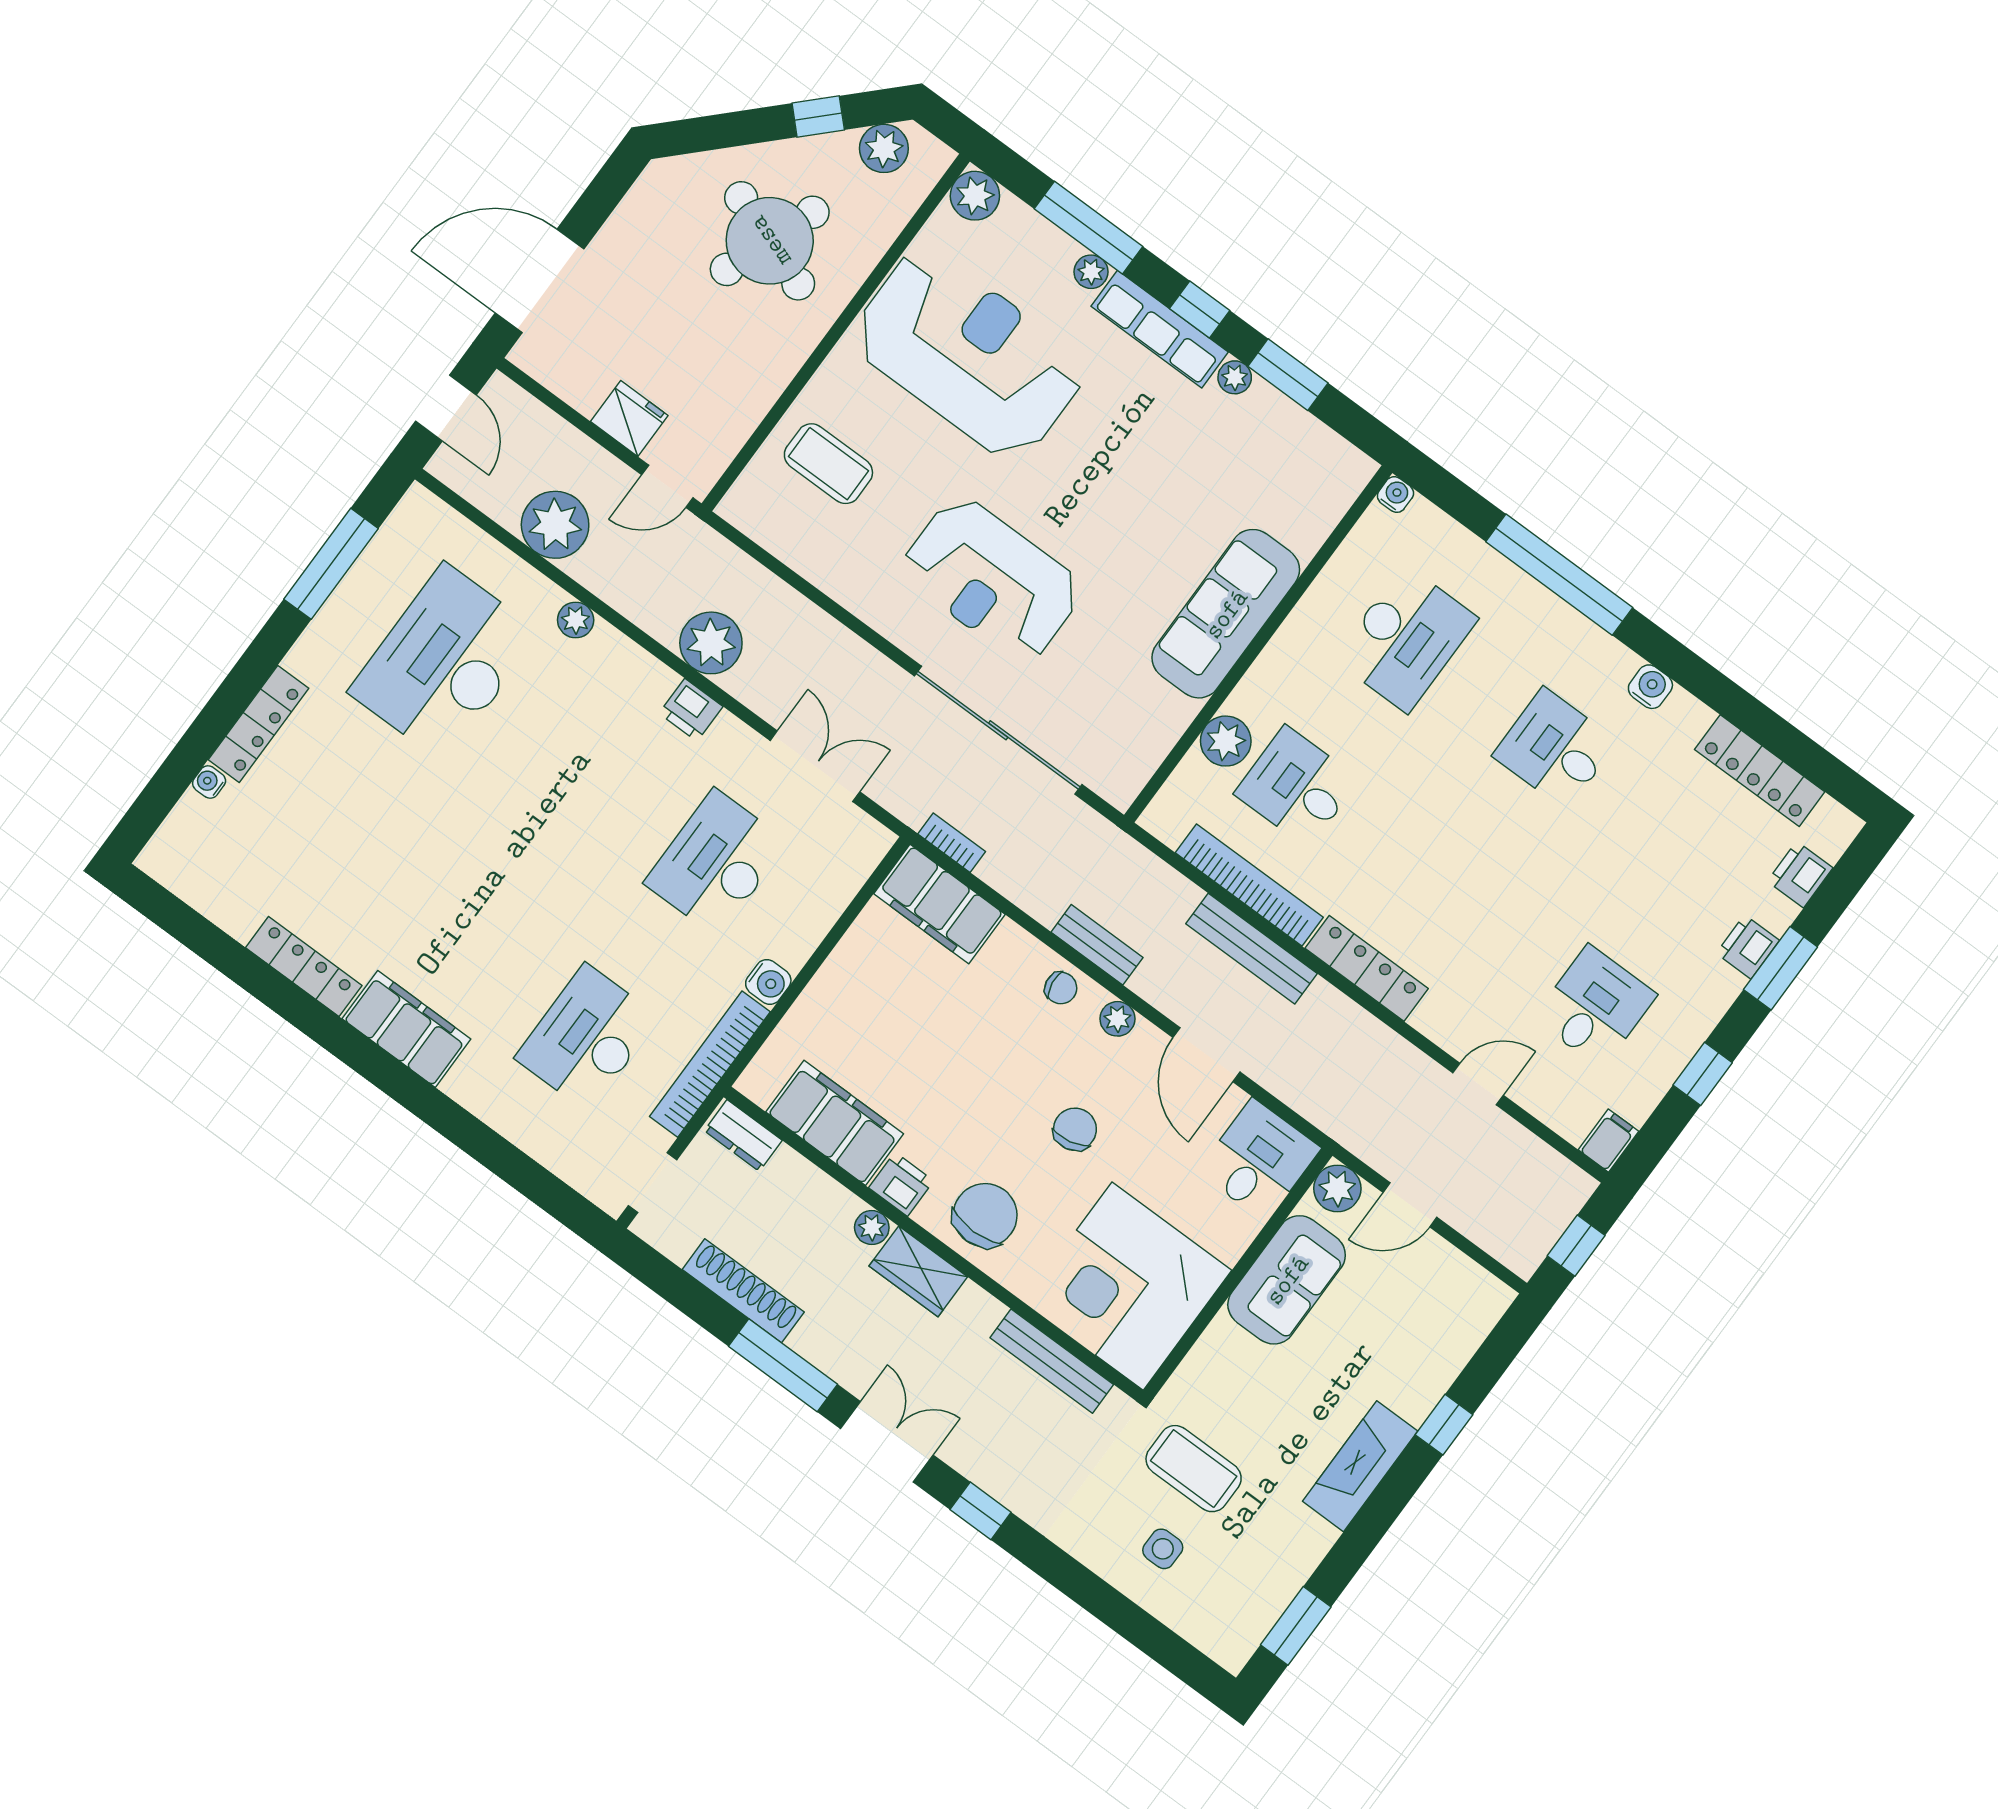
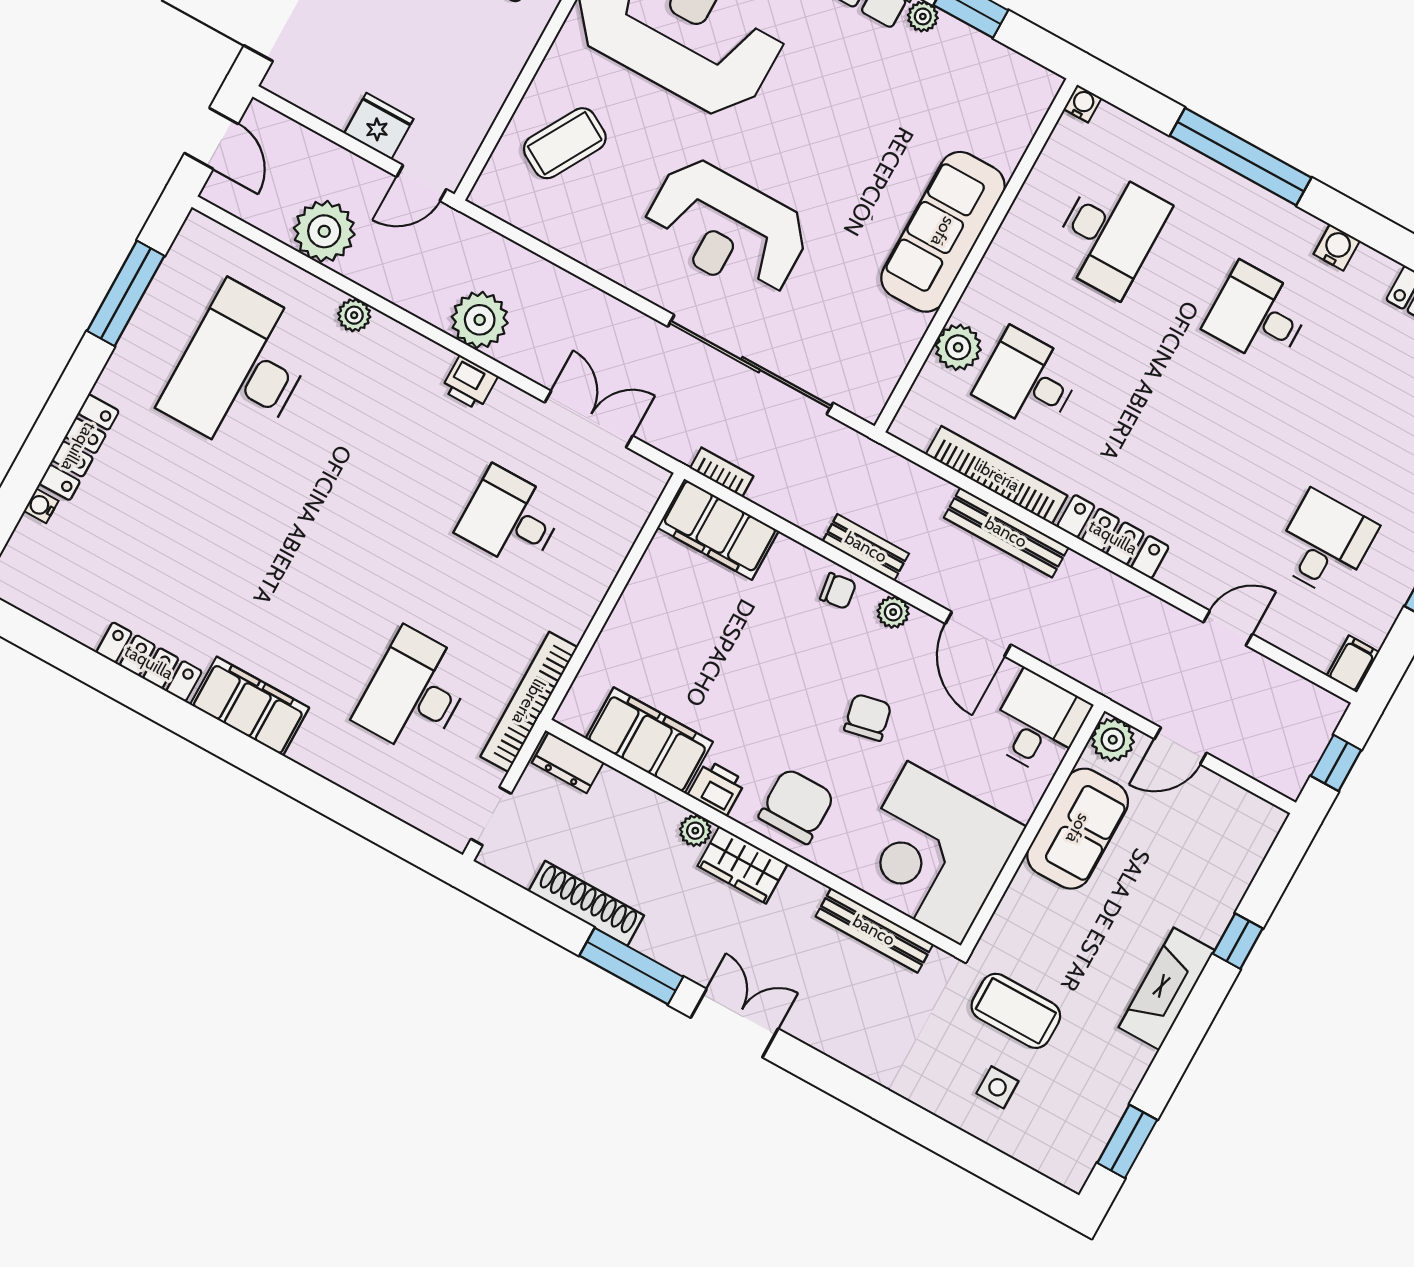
coffee table: (828, 464) -> (565, 143), turned -60
desk: (716, 863) -> (510, 519), width x0.73
water cooler: (768, 982) -> (572, 620), removed
window: (981, 1511) -> (828, 1075), removed

